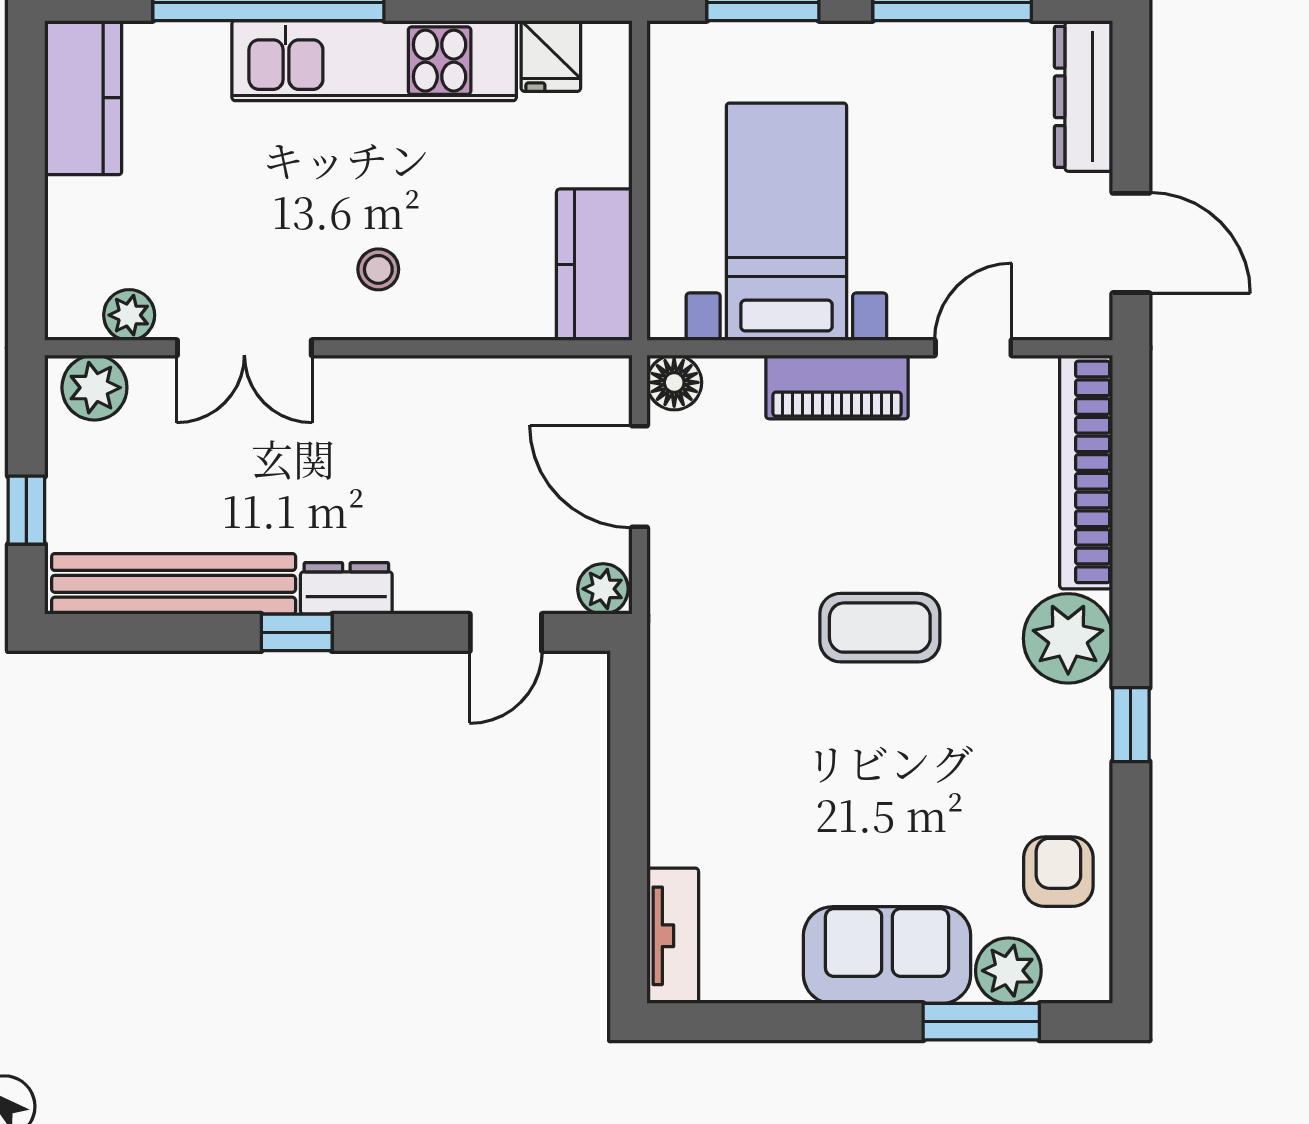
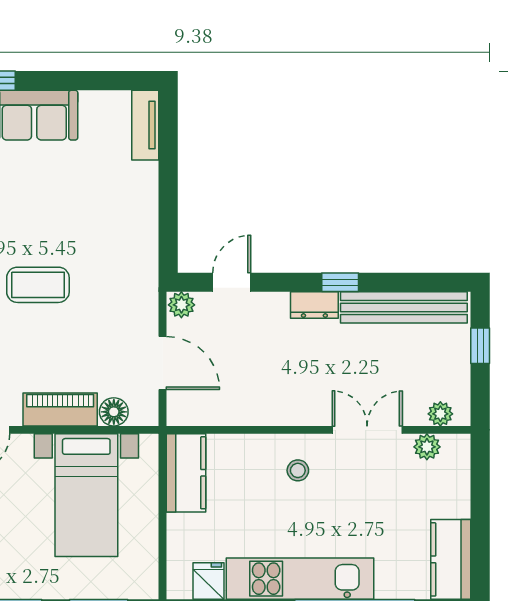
floor lamp: (674, 382) -> (114, 412), moved
plant: (94, 388) -> (440, 414), width x0.73, depth x0.73

